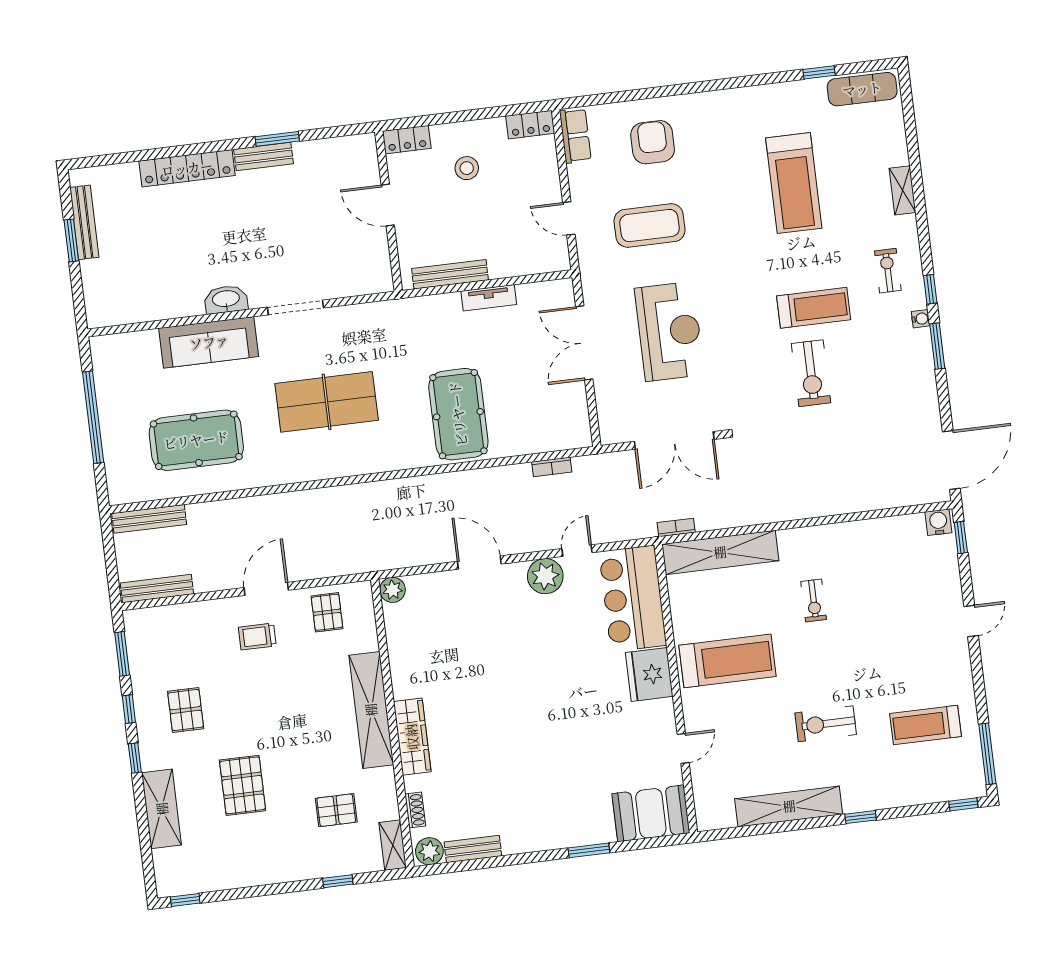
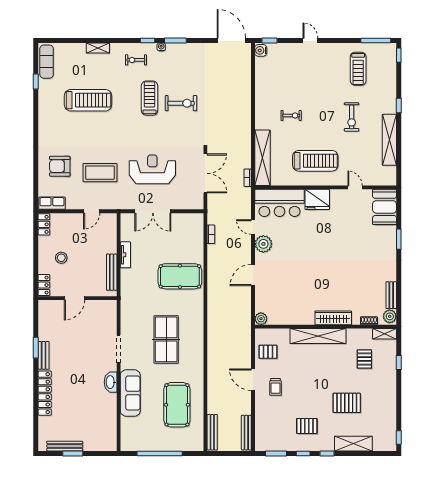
coffee table: (650, 226) -> (100, 173), turned 90
treadmill: (727, 661) -> (315, 161), turned 90

